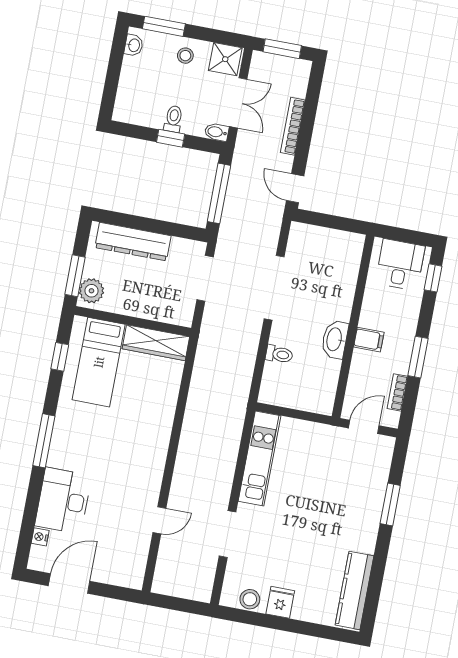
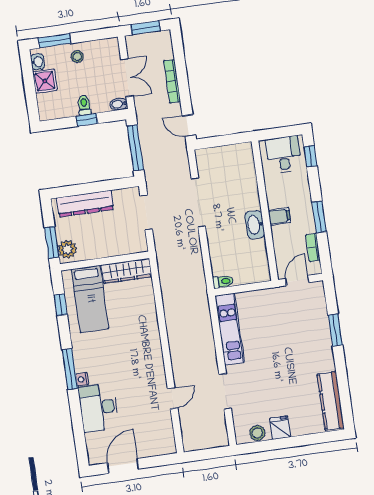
shower: (225, 59) -> (45, 81), moved
toilet: (279, 354) -> (223, 282), moved
nightstand: (40, 537) -> (82, 379), moved

